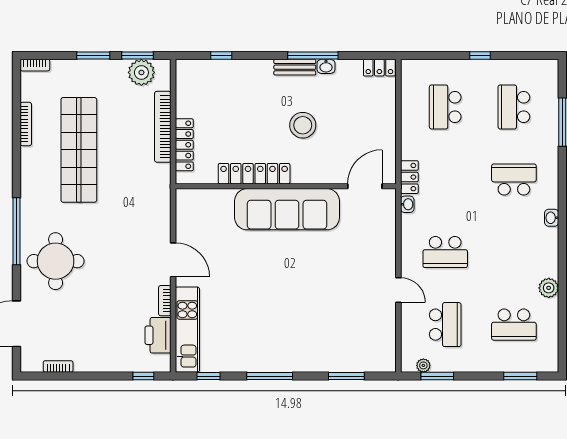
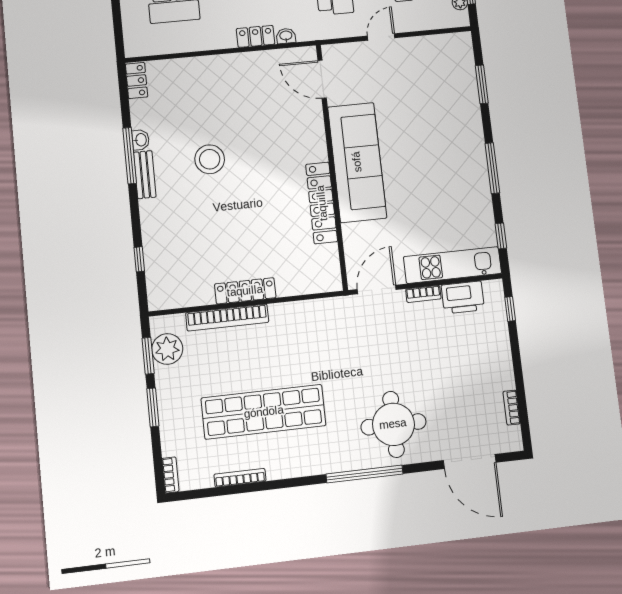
locker: (254, 174) -> (322, 203), moved
wall: (286, 186) -> (332, 166), moved
door: (365, 186) -> (322, 79), moved
sofa: (287, 209) -> (357, 162), moved

